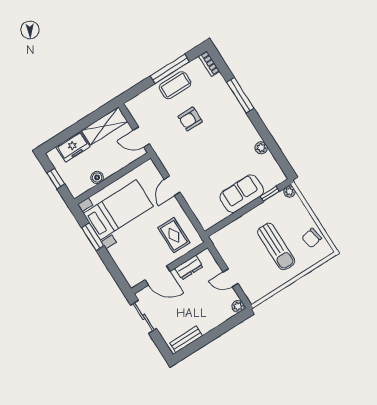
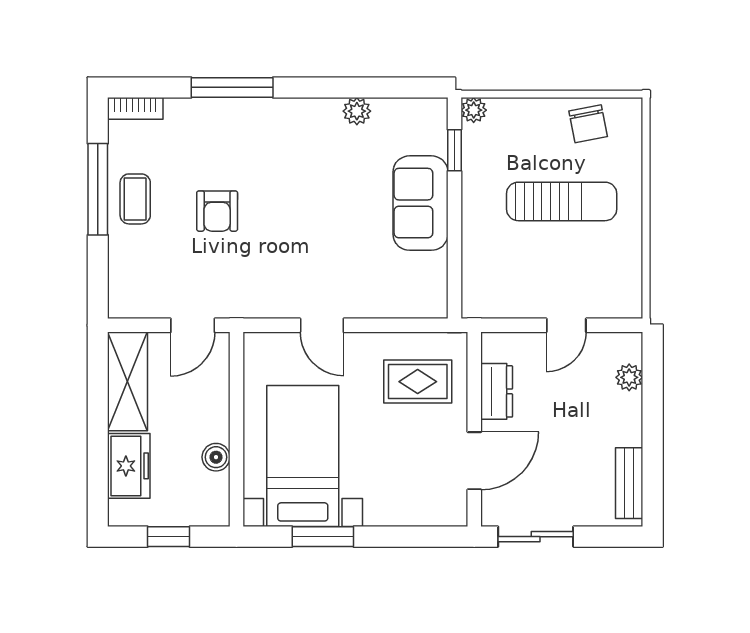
coffee table: (175, 85) -> (135, 199), width x0.73, depth x0.77
plant: (238, 306) -> (629, 377), moved

